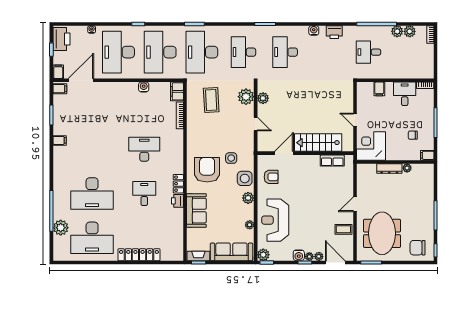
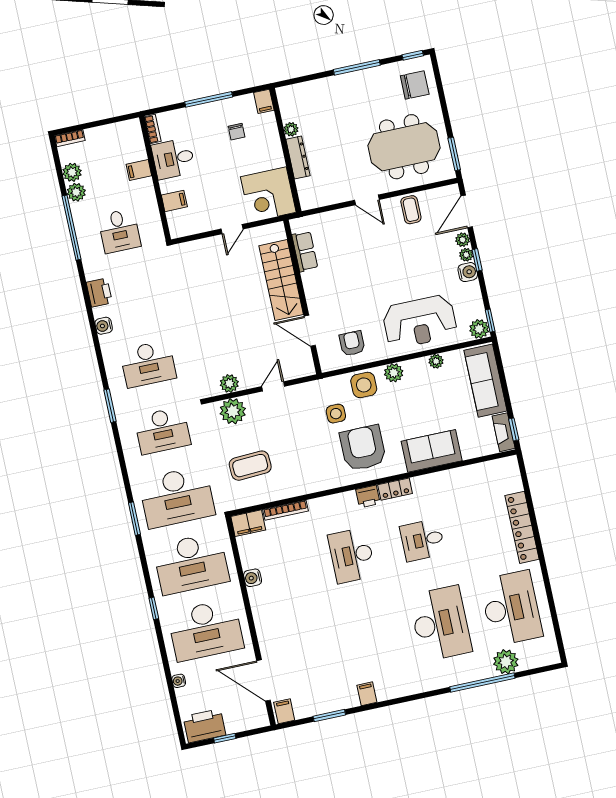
filing cabinet: (58, 72) -> (139, 170), moved
armchair: (207, 170) -> (363, 448), turned 90
printer: (177, 201) -> (368, 496), moved
chair: (418, 248) -> (415, 85), turned -90

